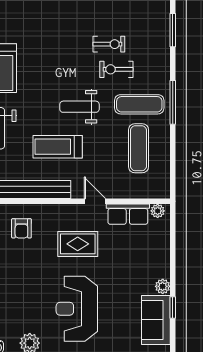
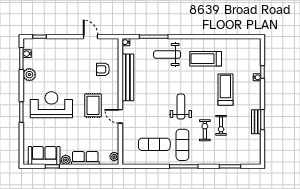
treadmill: (58, 147) -> (225, 90), moved
door: (95, 201) -> (120, 116), swing flipped
row of seats: (128, 214) -> (85, 158), moved, turned 90

